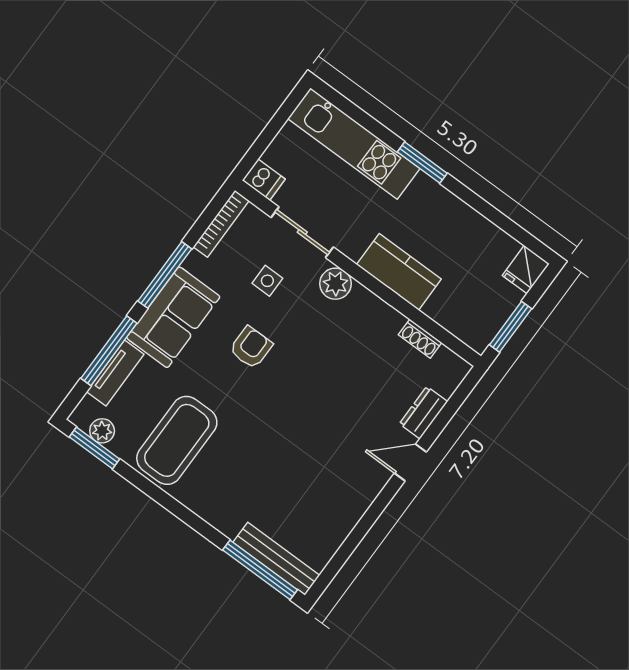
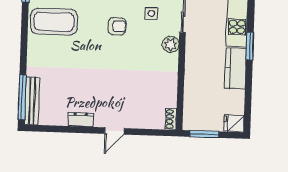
kitchen counter: (399, 272) -> (236, 68), moved, turned 180
shoe rack: (420, 339) -> (171, 119), moved
dresser: (423, 413) -> (81, 120), moved
door: (410, 463) -> (115, 131), swing flipped

